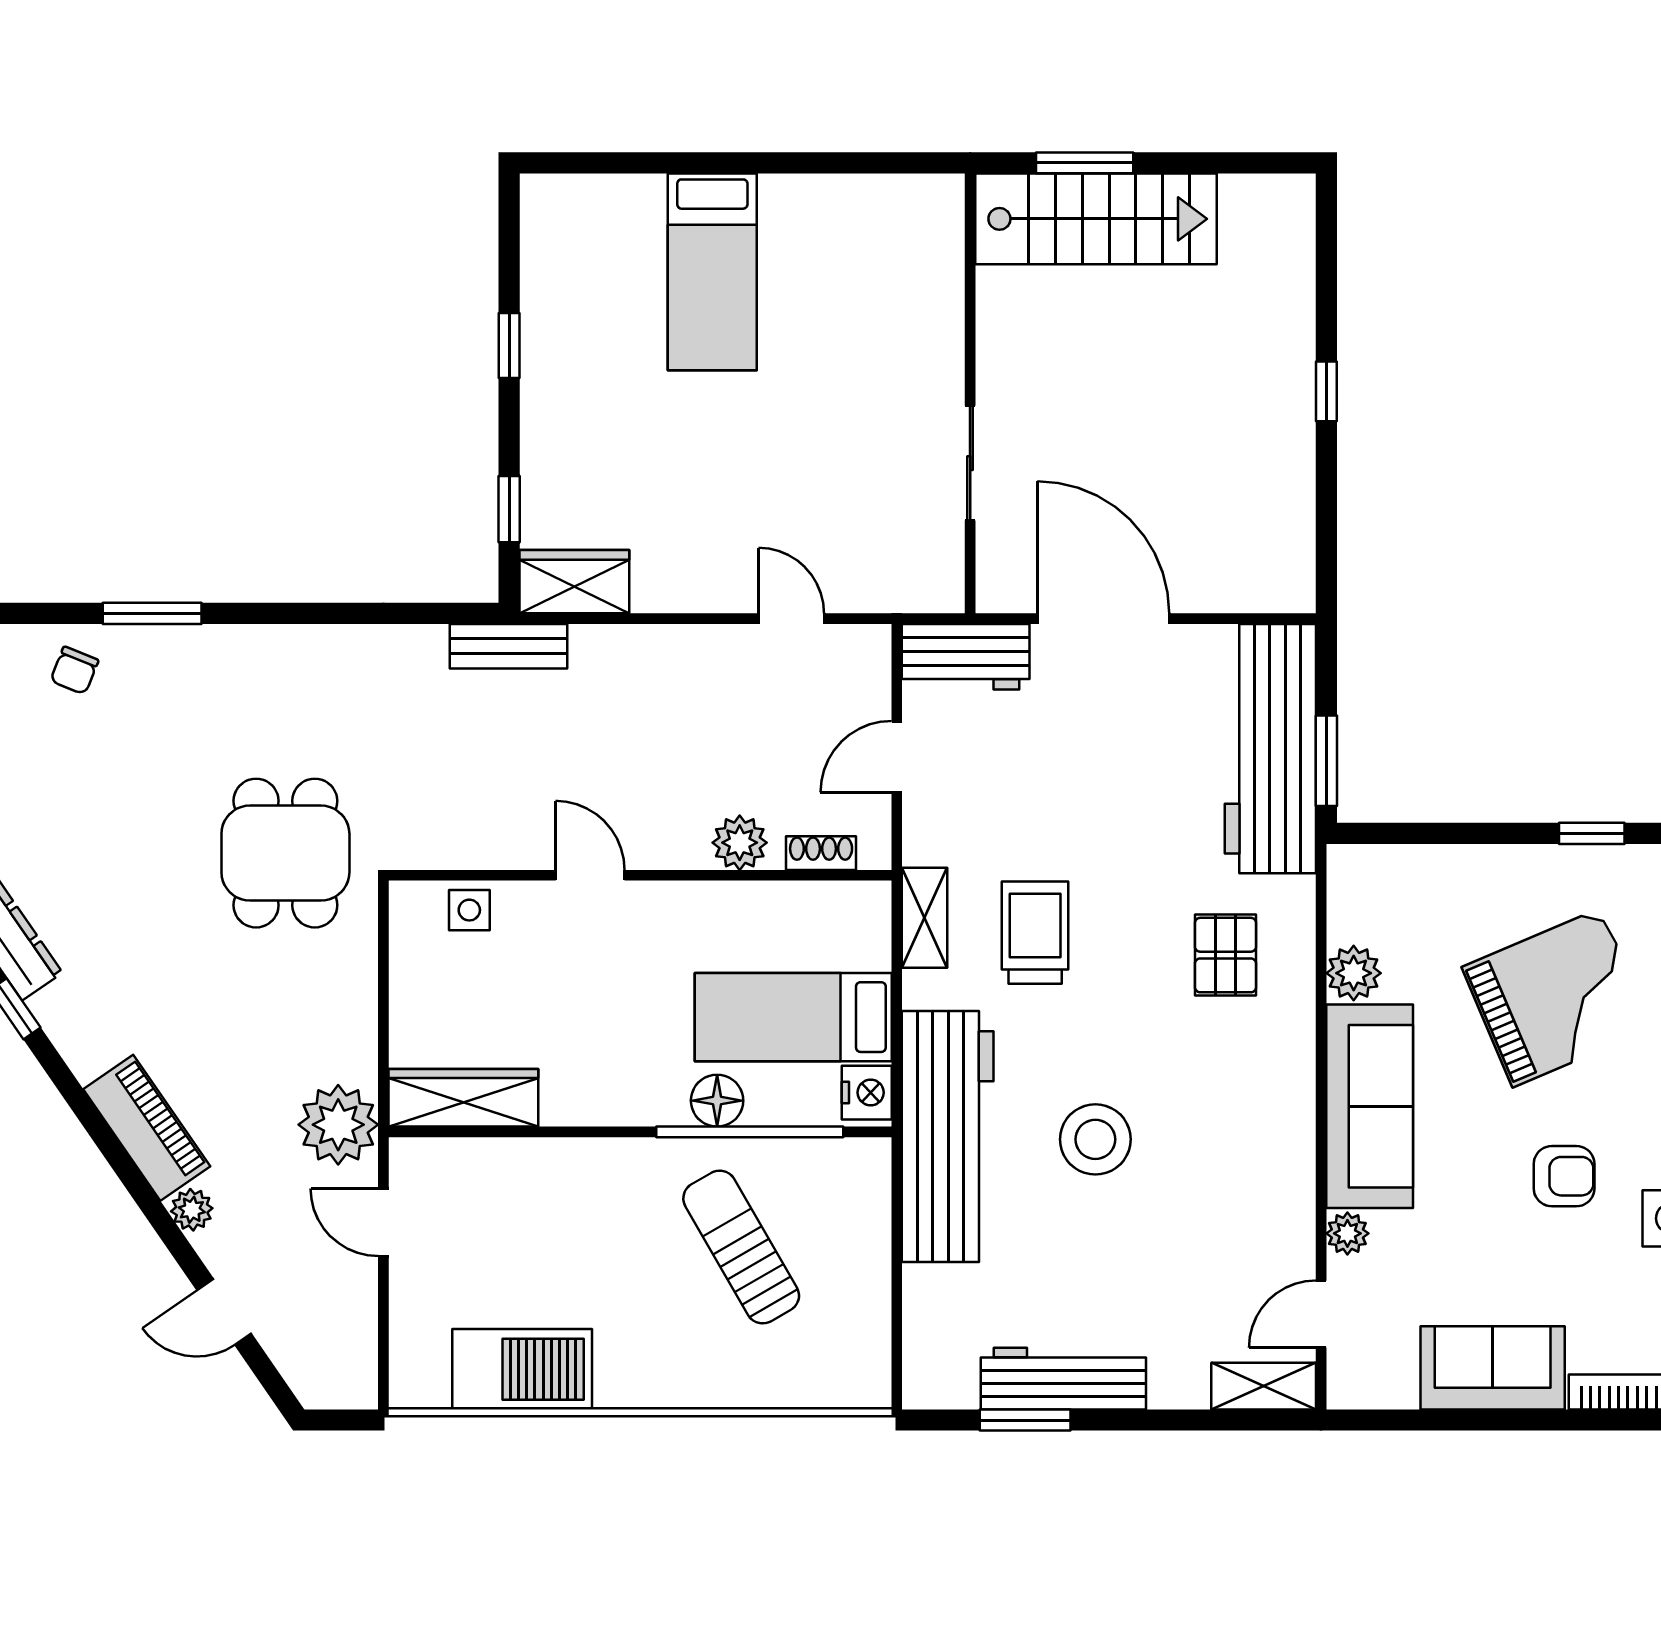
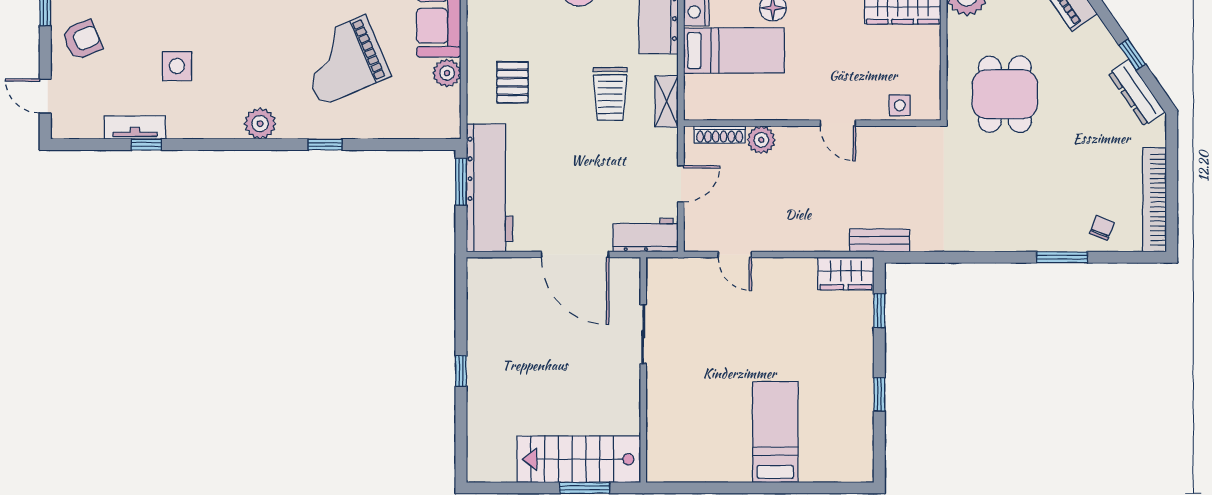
dining table: (285, 853) -> (1005, 94), moved
shoe rack: (821, 853) -> (720, 135), width x1.43

